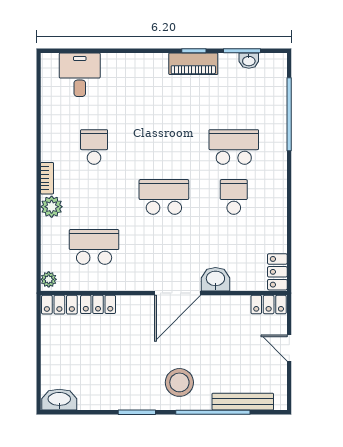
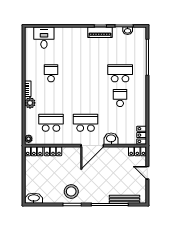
school desk: (164, 197) -> (86, 123), moved
stool: (179, 382) -> (71, 191), moved

